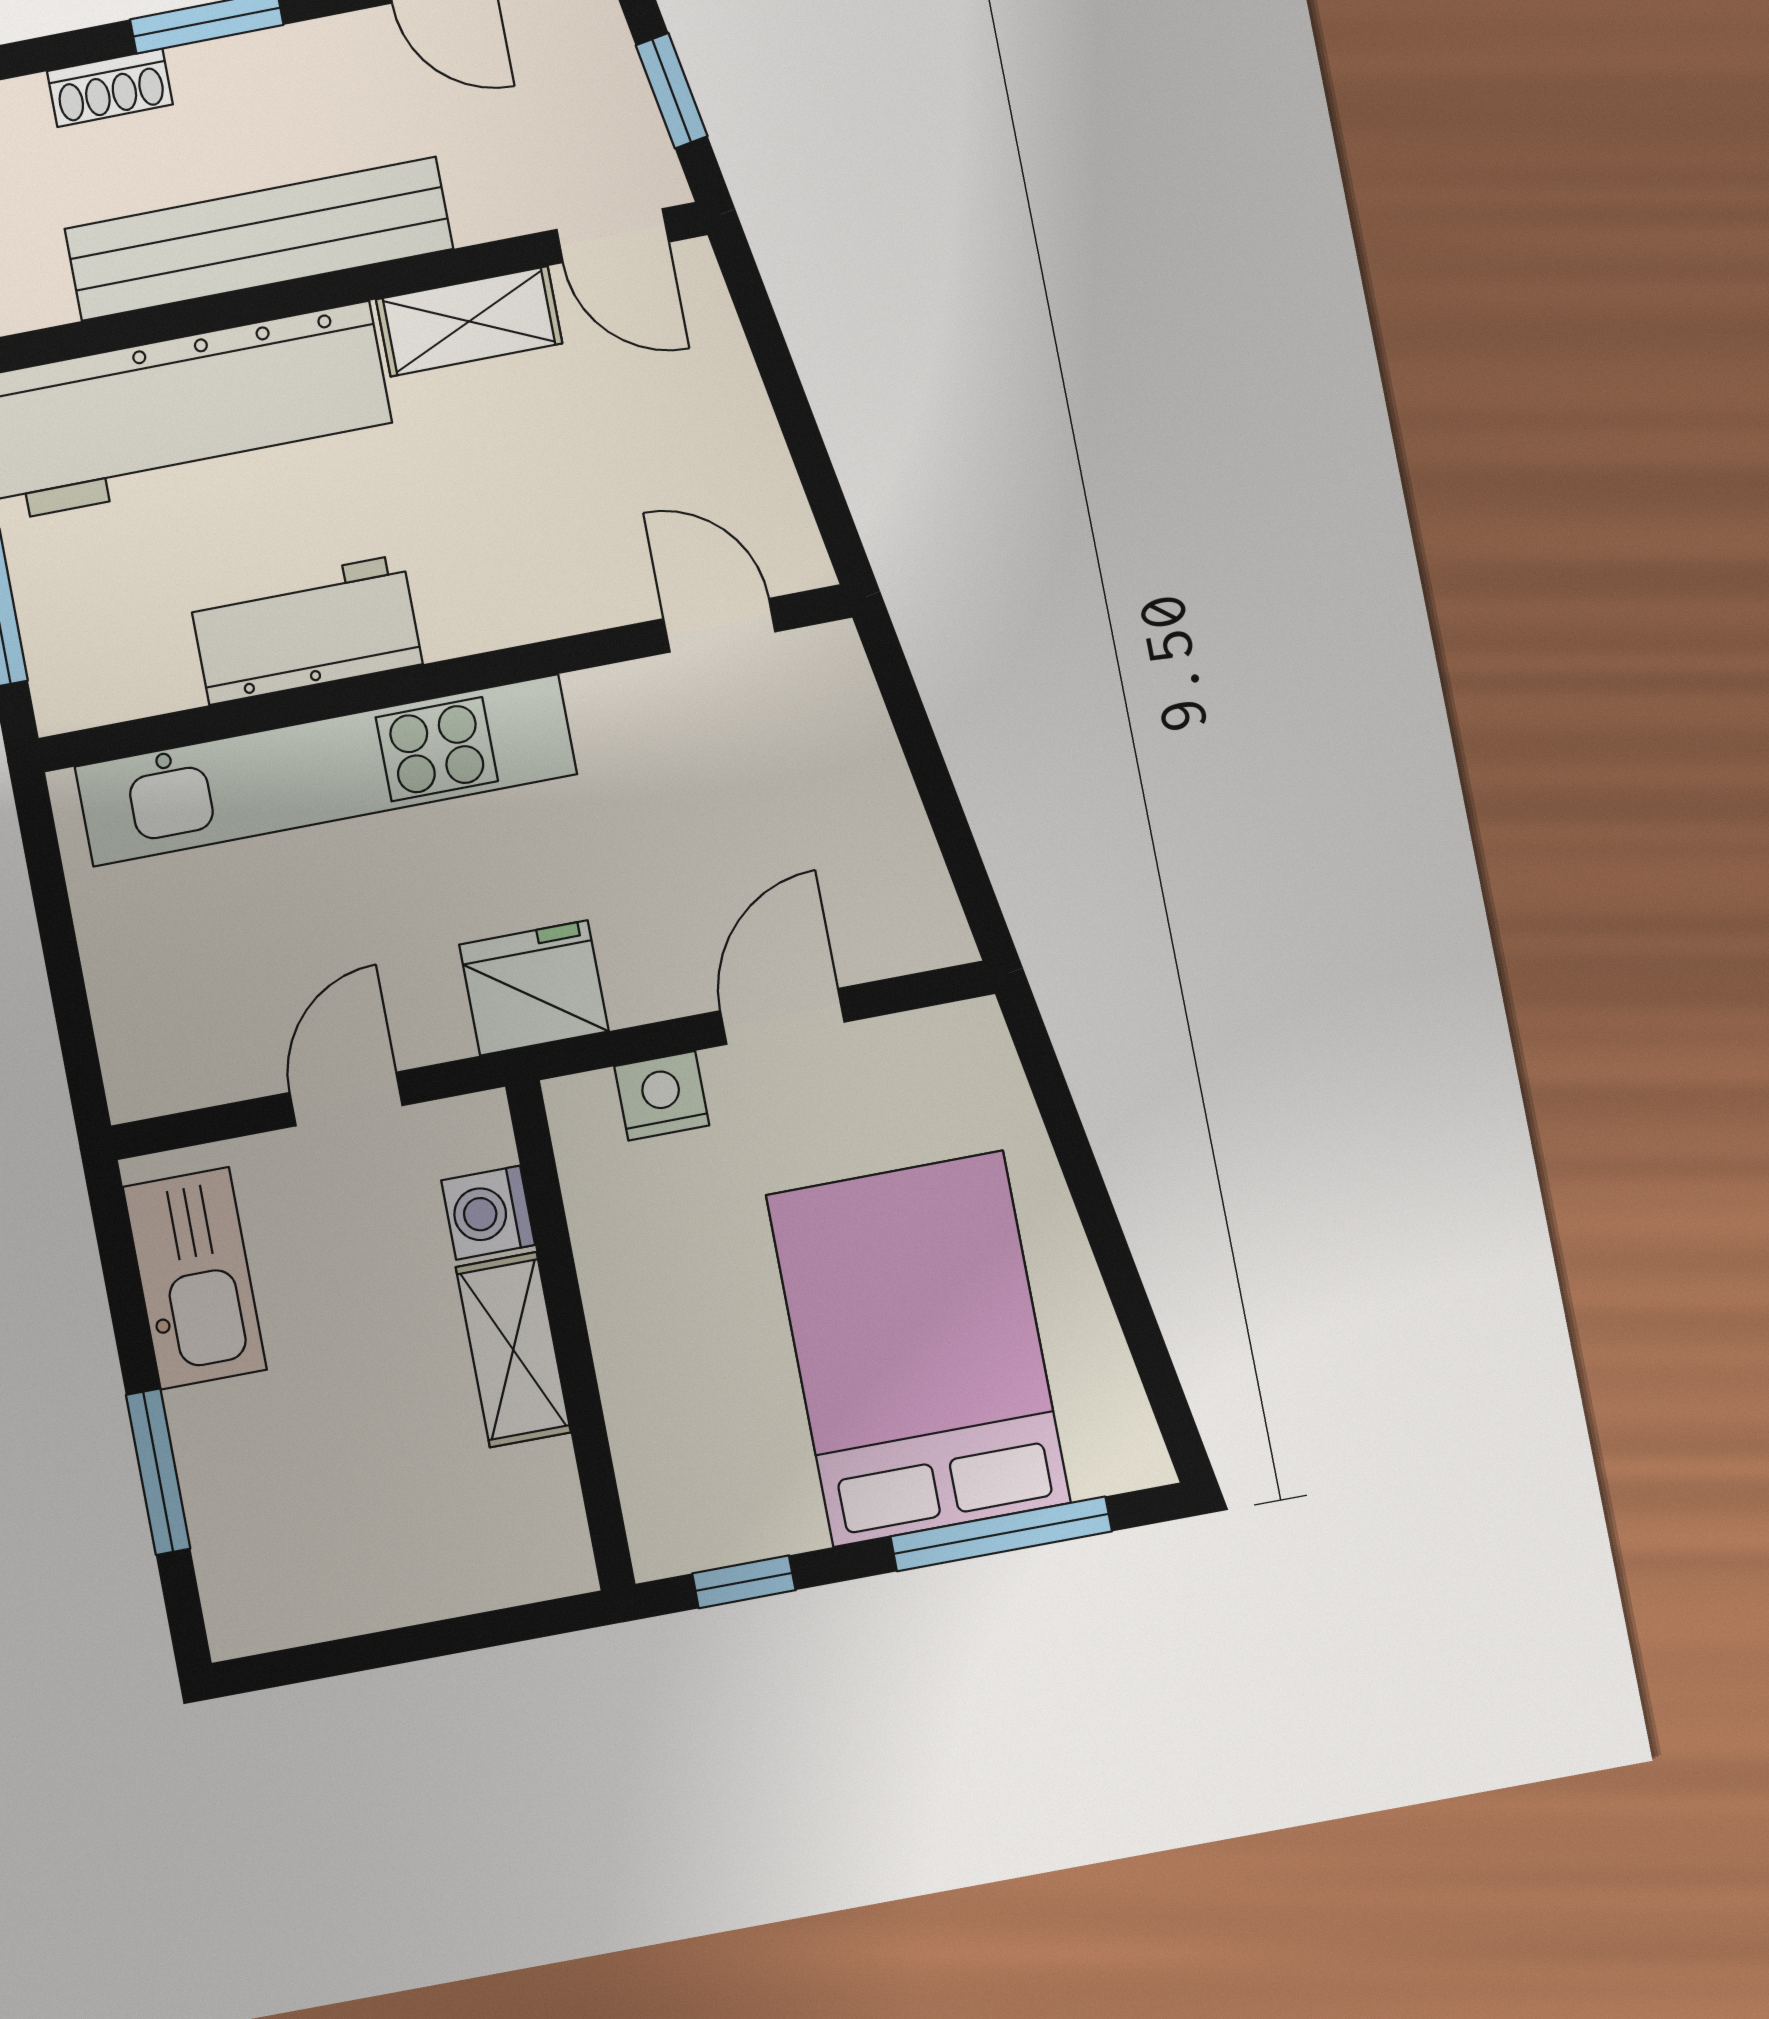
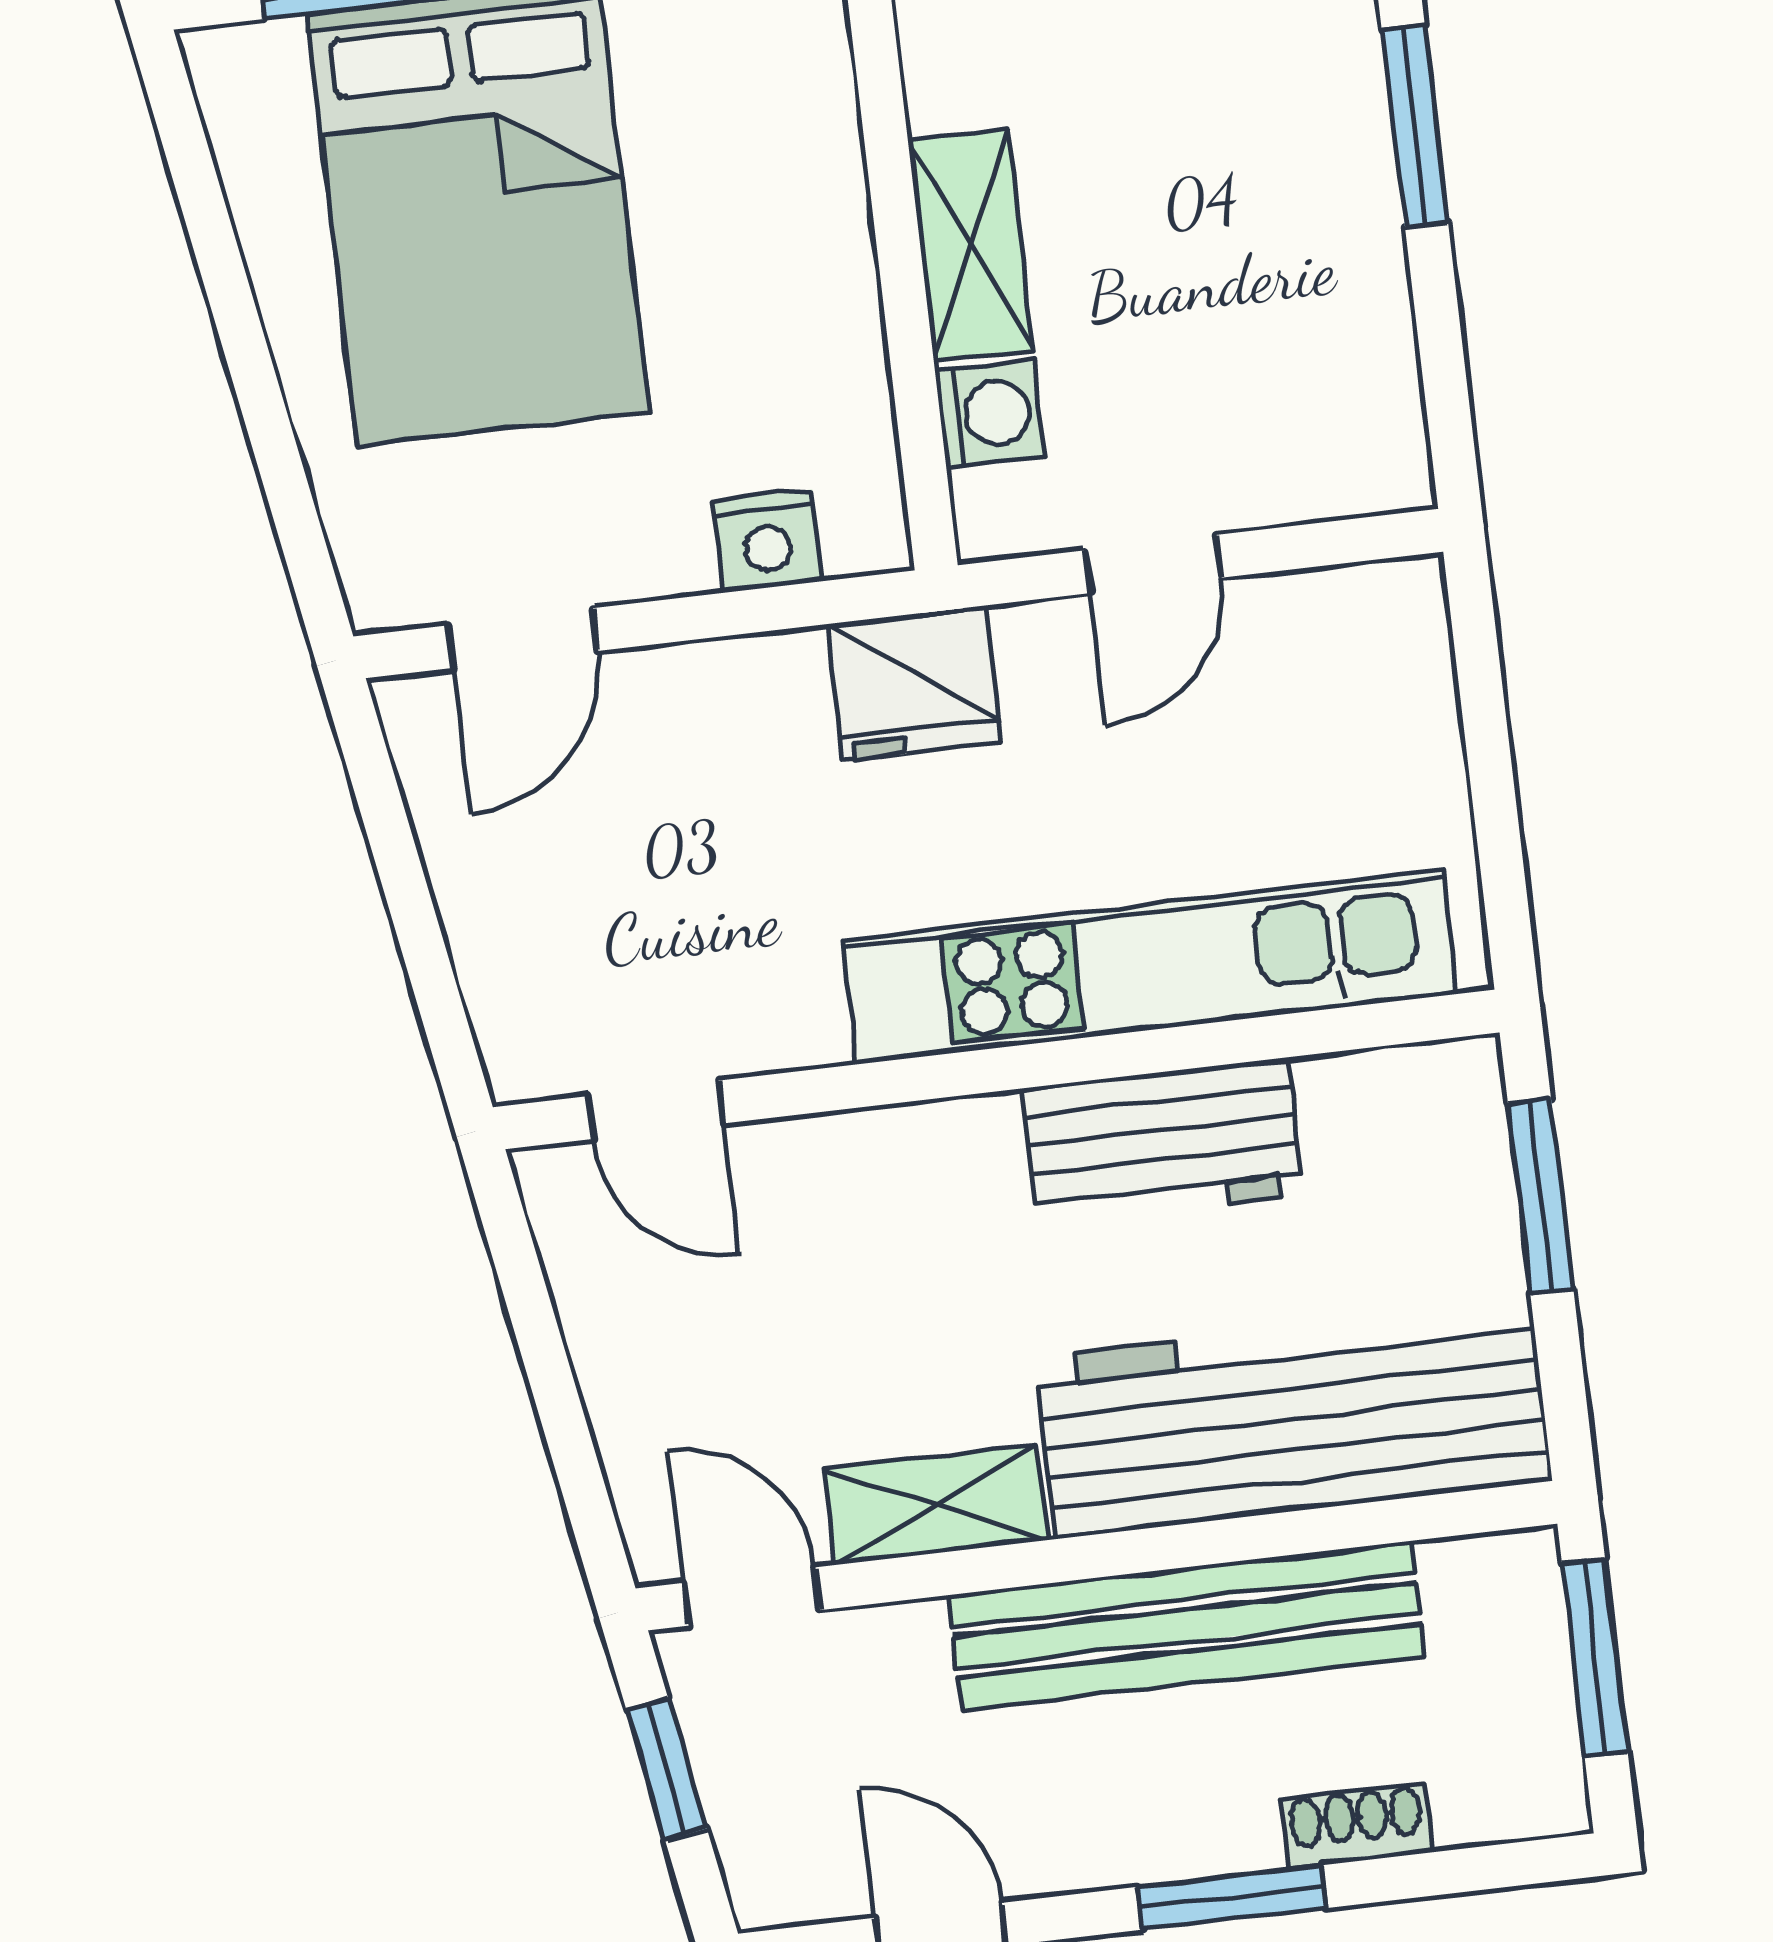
door: (782, 1016) -> (523, 638), moved
kitchen sink: (195, 1278) -> (1354, 358), removed

